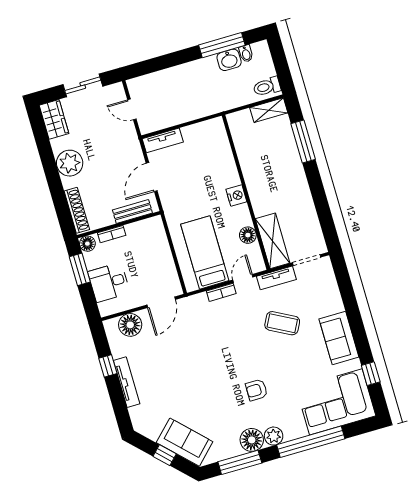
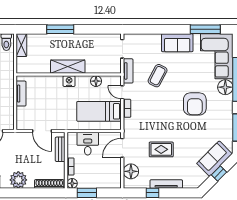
tv unit: (163, 140) -> (21, 94), moved
window: (303, 141) -> (60, 29), moved
shelving: (273, 241) -> (68, 67), moved
desk: (109, 282) -> (88, 144), moved, turned 180
door: (161, 302) -> (122, 148), swing flipped
rug: (175, 360) -> (161, 149), added
window: (371, 374) -> (205, 29), width x2.17
armchair: (256, 390) -> (195, 104), width x1.88, depth x1.88
plant: (274, 436) -> (227, 102), removed
floor lamp: (252, 440) -> (225, 87), moved

